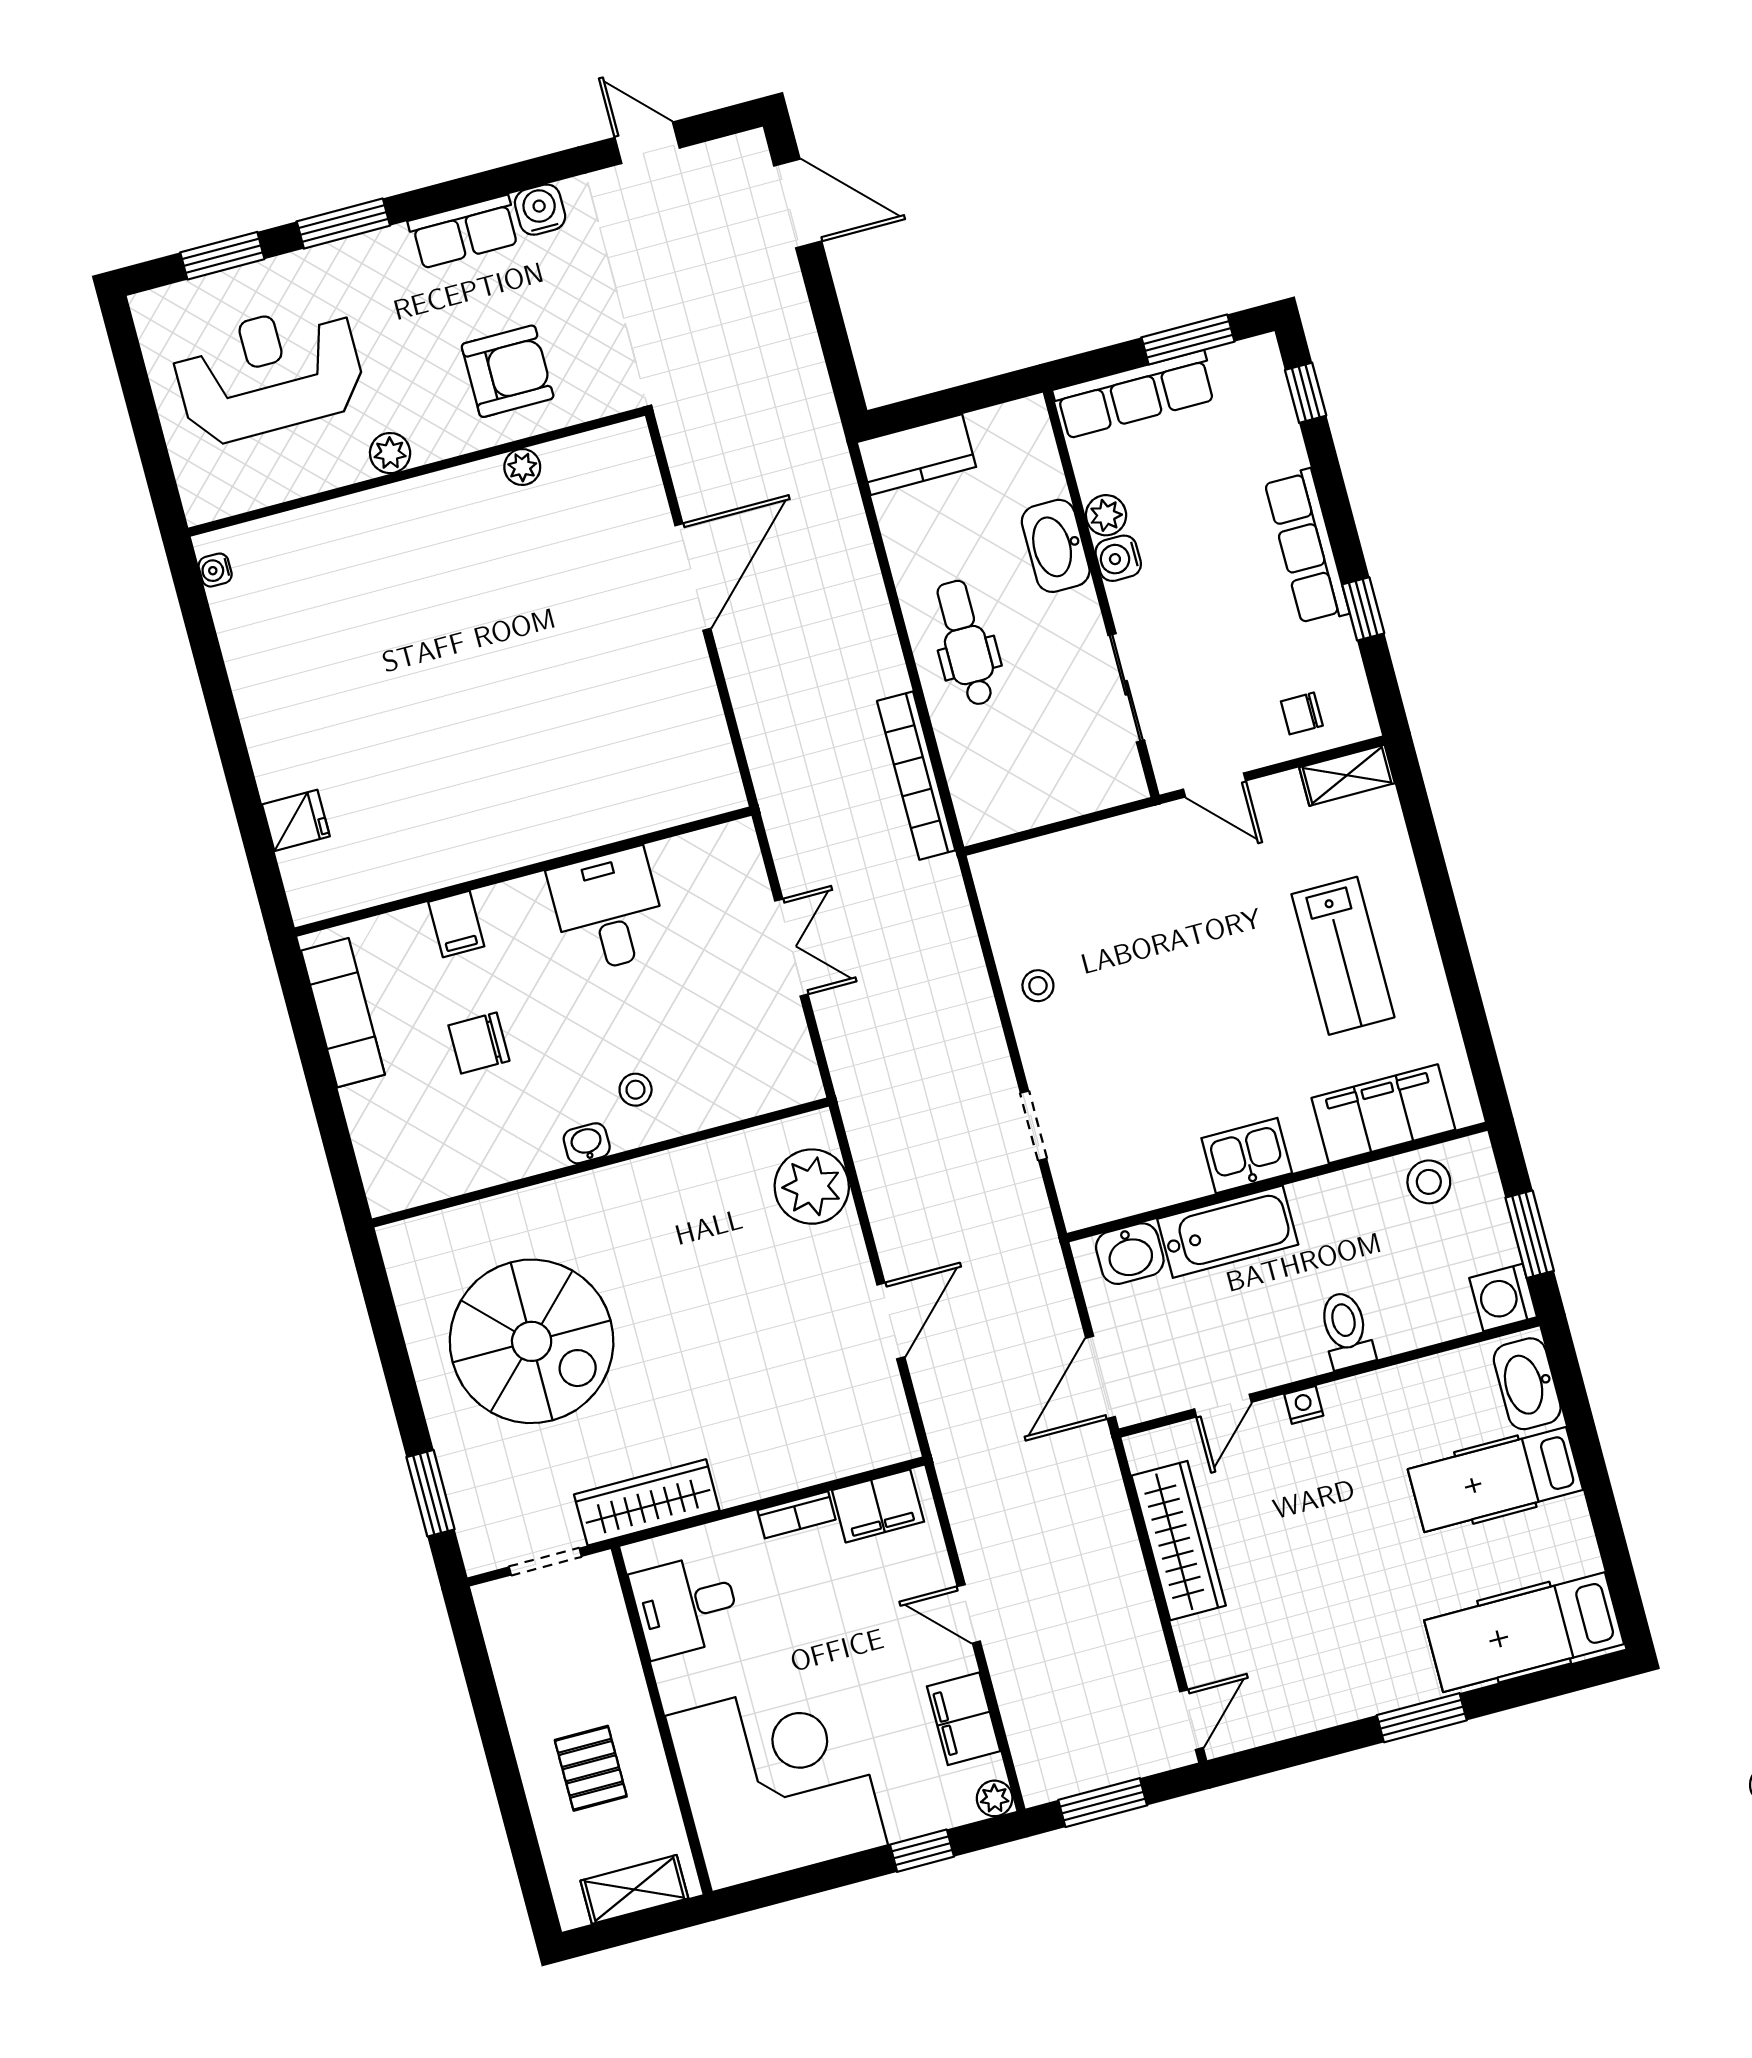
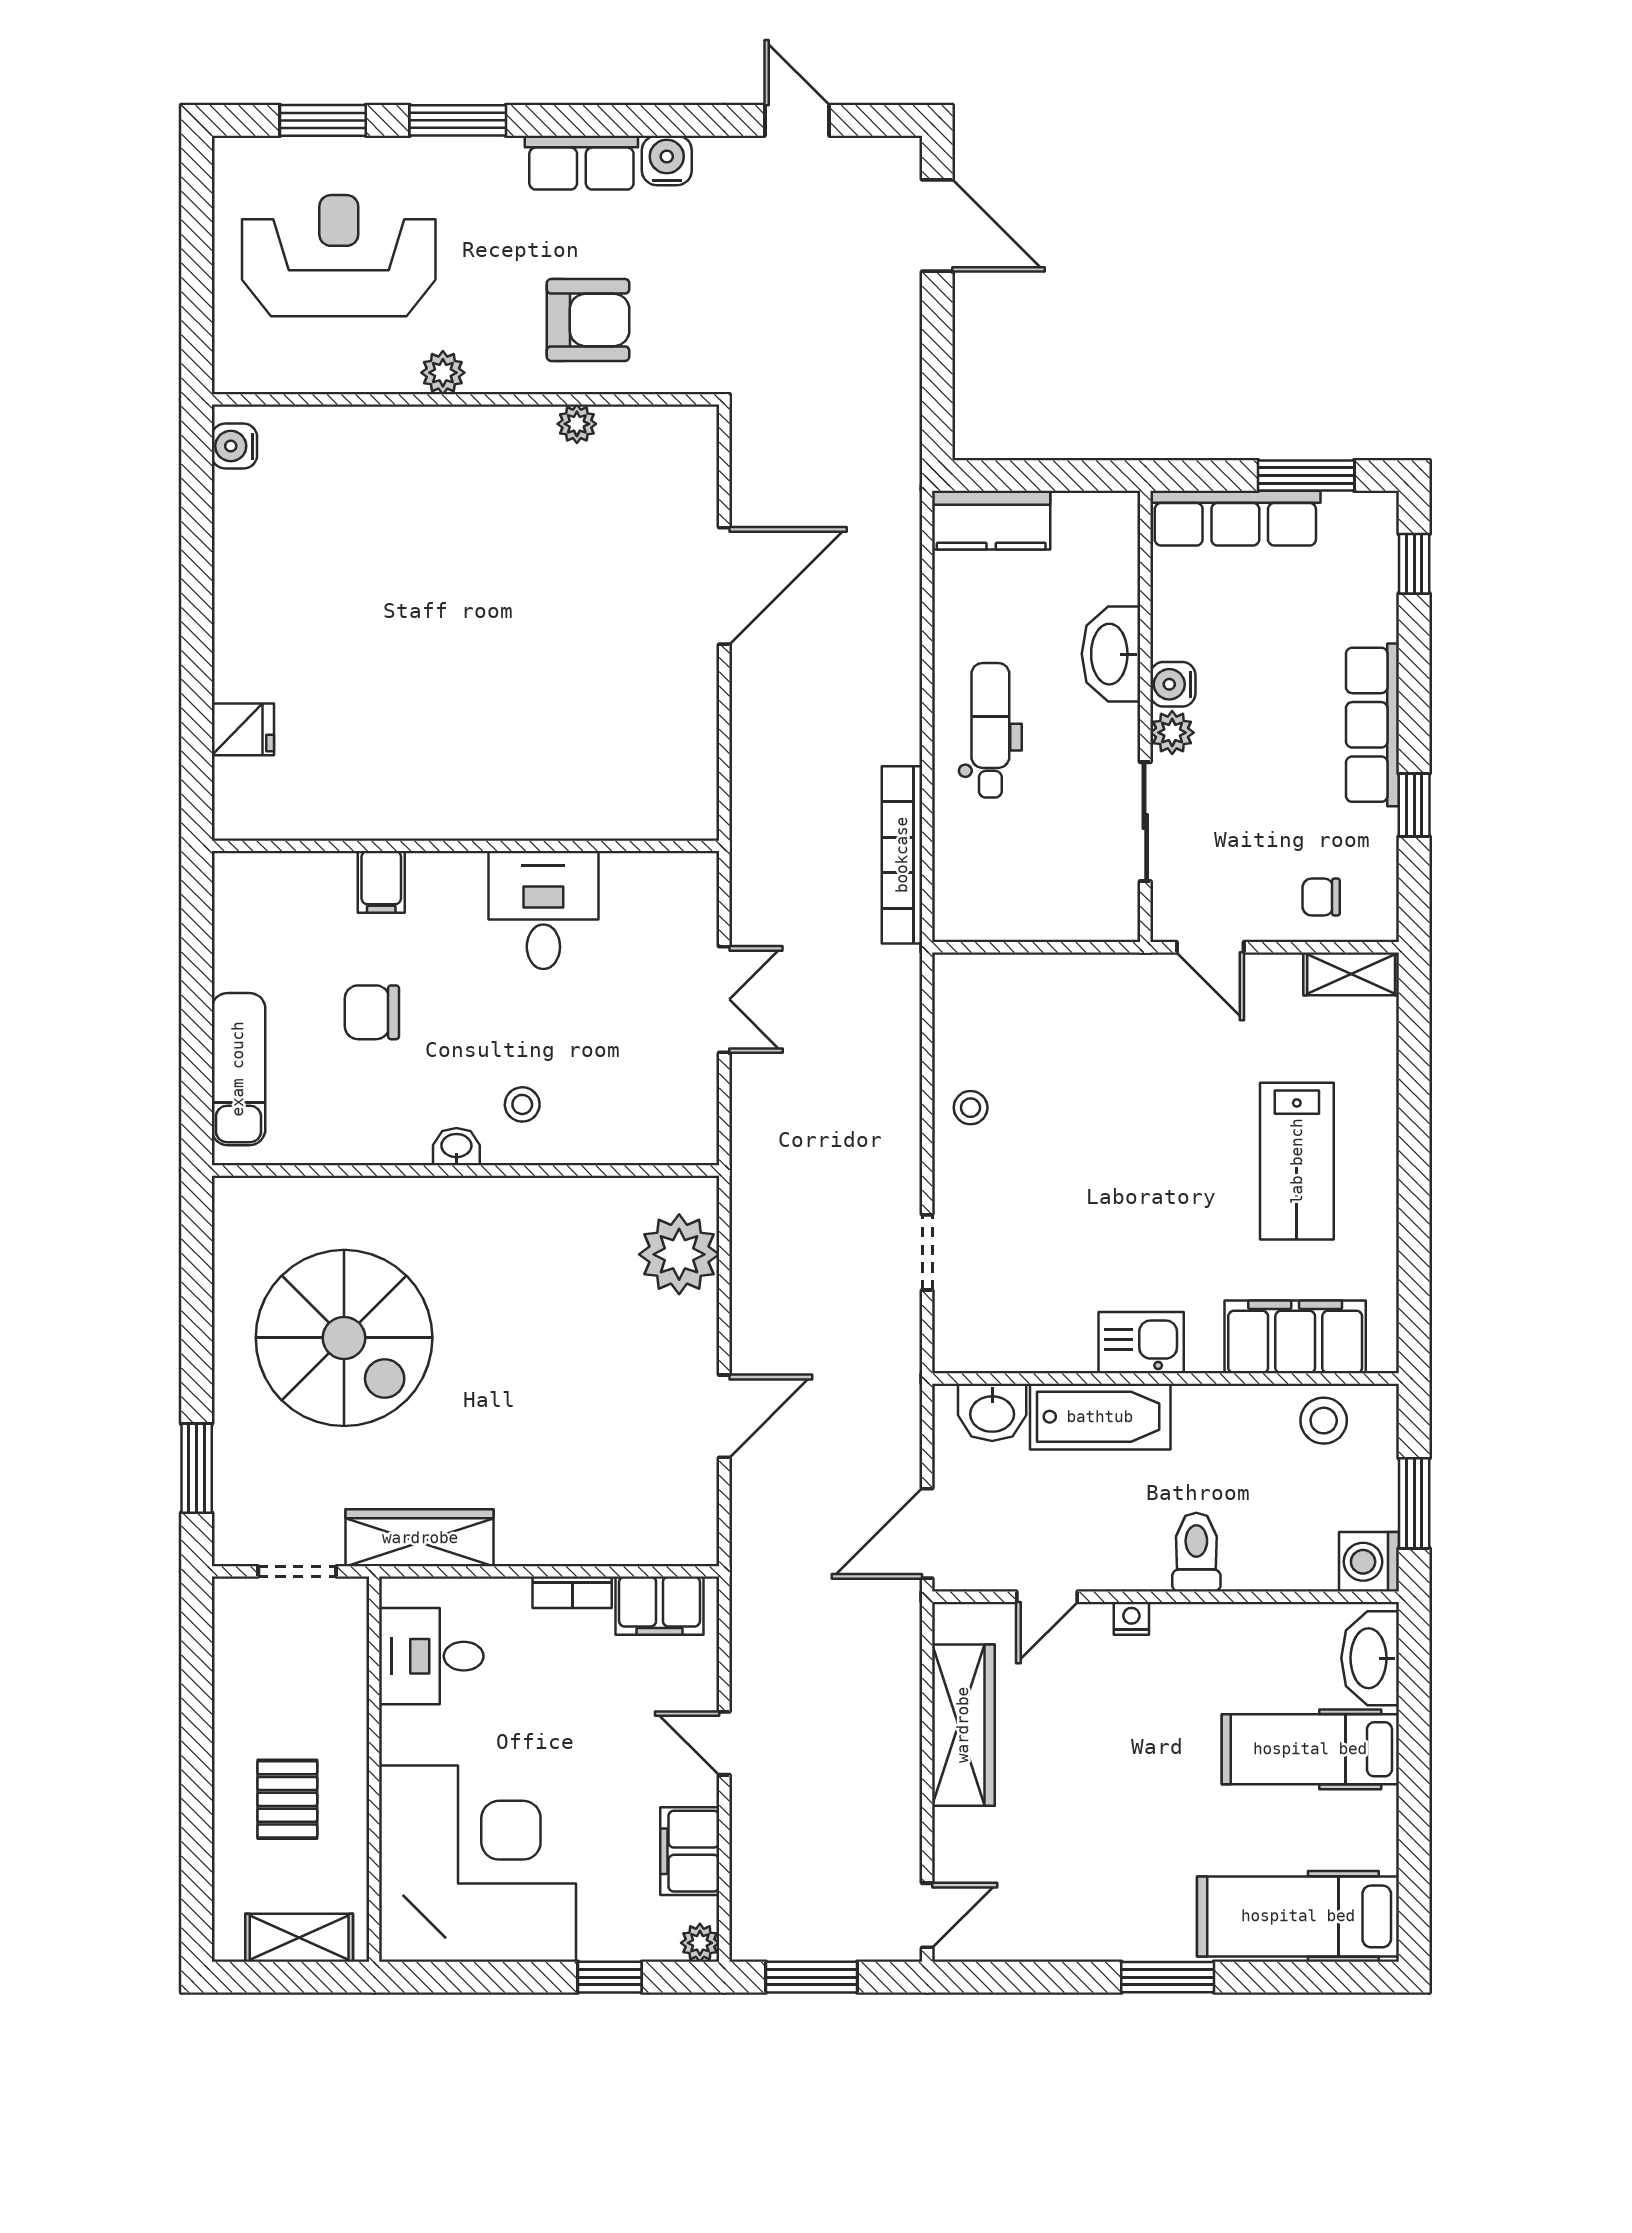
plant: (1106, 515) -> (1172, 733), moved
water cooler: (215, 570) -> (234, 446), width x1.38, depth x1.38
exam couch: (343, 1013) -> (238, 1069), moved

